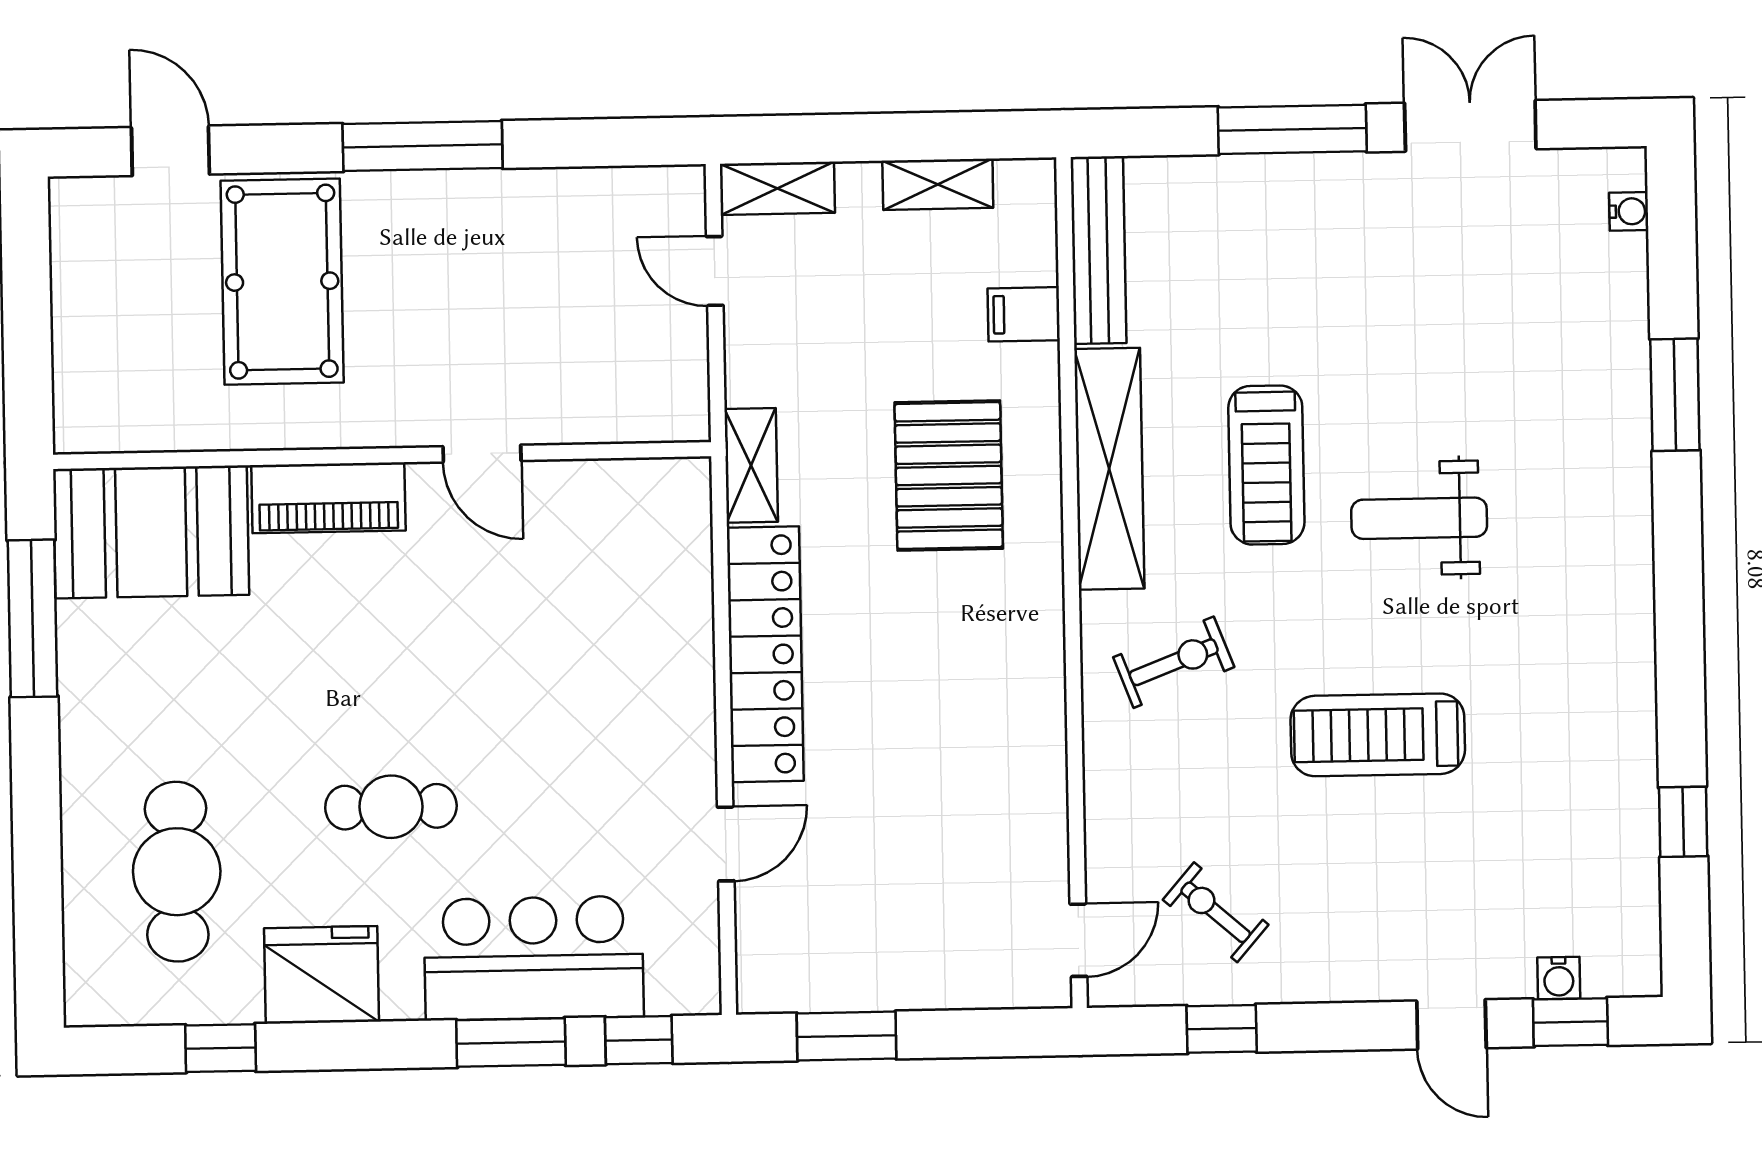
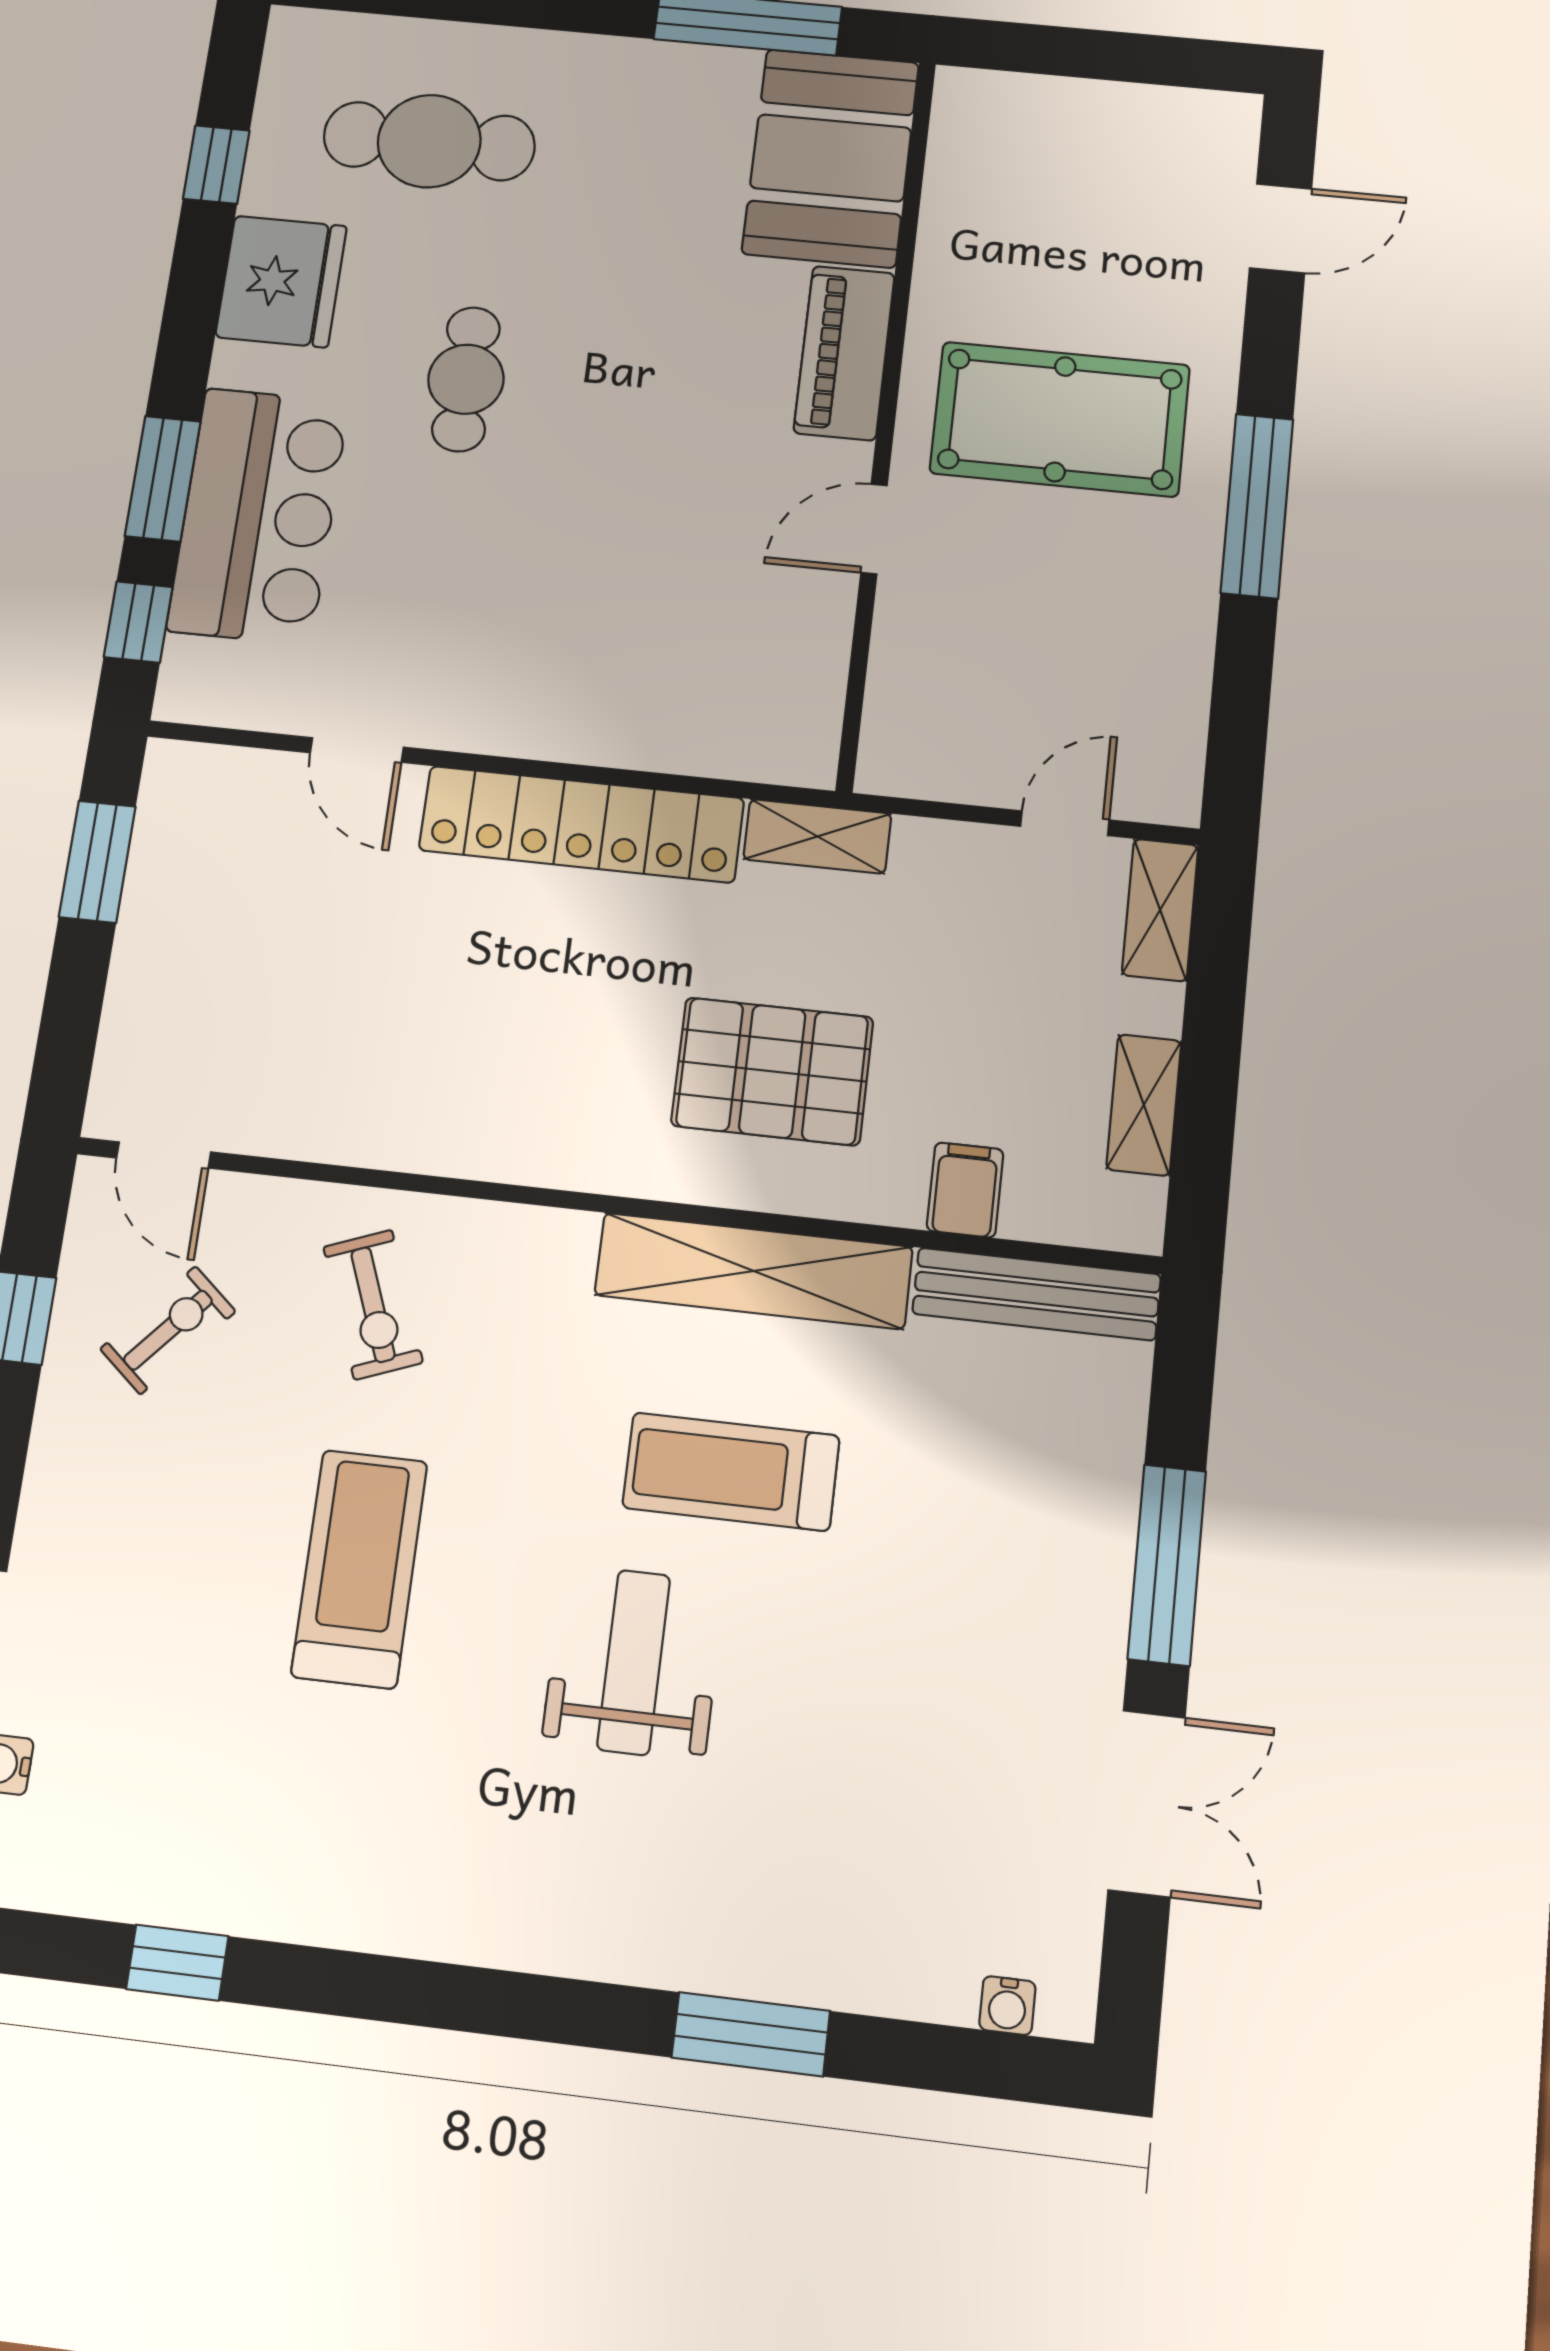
pool table: (282, 282) -> (1060, 419), moved
exercise bike: (1174, 662) -> (373, 1305), moved

